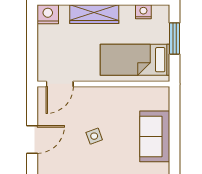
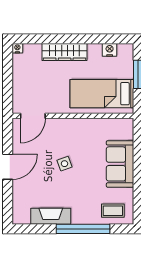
nightstand: (48, 14) -> (17, 48), width x0.53, depth x0.56

